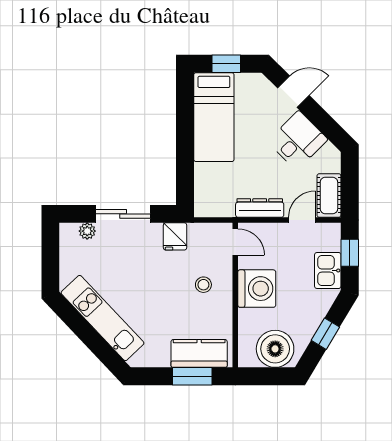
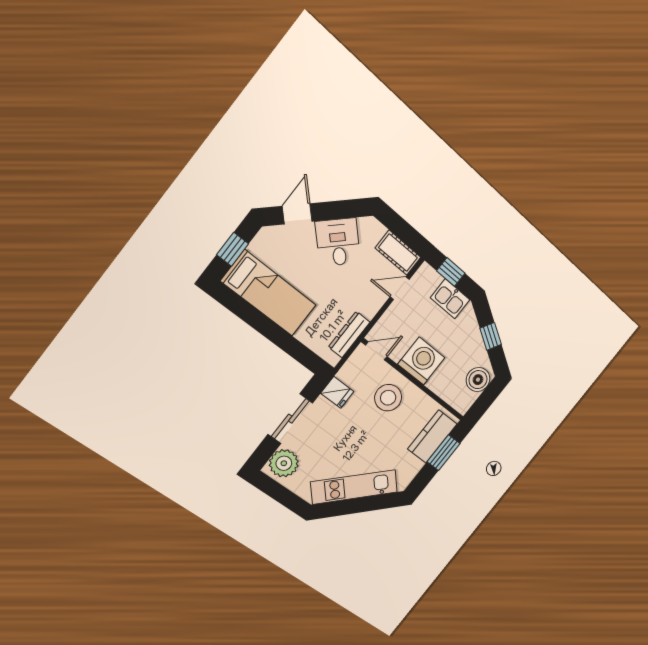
dresser: (260, 208) -> (349, 335), moved
door: (302, 220) -> (400, 288), hinge flipped
plant: (87, 231) -> (284, 463), width x1.88, depth x1.88
stool: (203, 285) -> (388, 398), width x1.89, depth x1.89
boiler: (275, 349) -> (478, 380), width x0.73, depth x0.73

